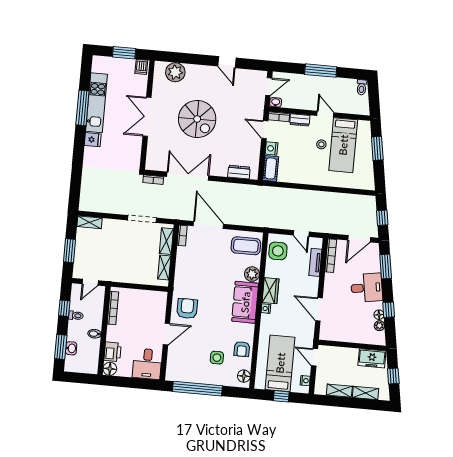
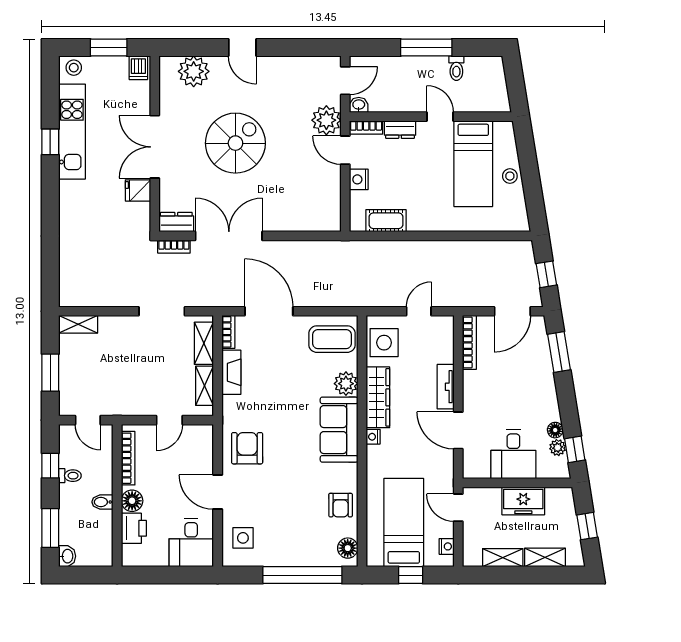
door: (227, 62) -> (242, 48), moved
stool: (101, 63) -> (74, 68), added
toilet: (362, 87) -> (456, 68), moved
window: (82, 108) -> (50, 142), width x0.46
plant: (255, 110) -> (326, 120), added
spiral stairs: (197, 119) -> (235, 143), turned -90
fridge: (93, 140) -> (138, 190), moved, turned 180
stool: (321, 144) -> (510, 176), moved
window: (377, 148) -> (528, 164), removed
cot: (271, 168) -> (386, 221), moved, turned 90
dresser: (239, 172) -> (176, 222), moved
door: (301, 233) -> (419, 311), swing flipped
fireplace: (182, 261) -> (231, 372), added
tv unit: (315, 262) -> (446, 387), moved
door: (90, 282) -> (88, 420), hinge flipped
door: (141, 287) -> (169, 420), added
desk: (367, 288) -> (513, 454), moved, turned 99
wardrobe: (270, 291) -> (378, 397), width x1.50
window: (389, 310) -> (575, 449), moved
door: (166, 334) -> (218, 492), swing flipped
washbasin: (71, 348) -> (67, 556), moved
side table: (217, 358) -> (243, 538), moved
freezer: (372, 358) -> (523, 501), moved
floor lamp: (110, 369) -> (132, 501), moved
window: (197, 389) -> (302, 575), moved

